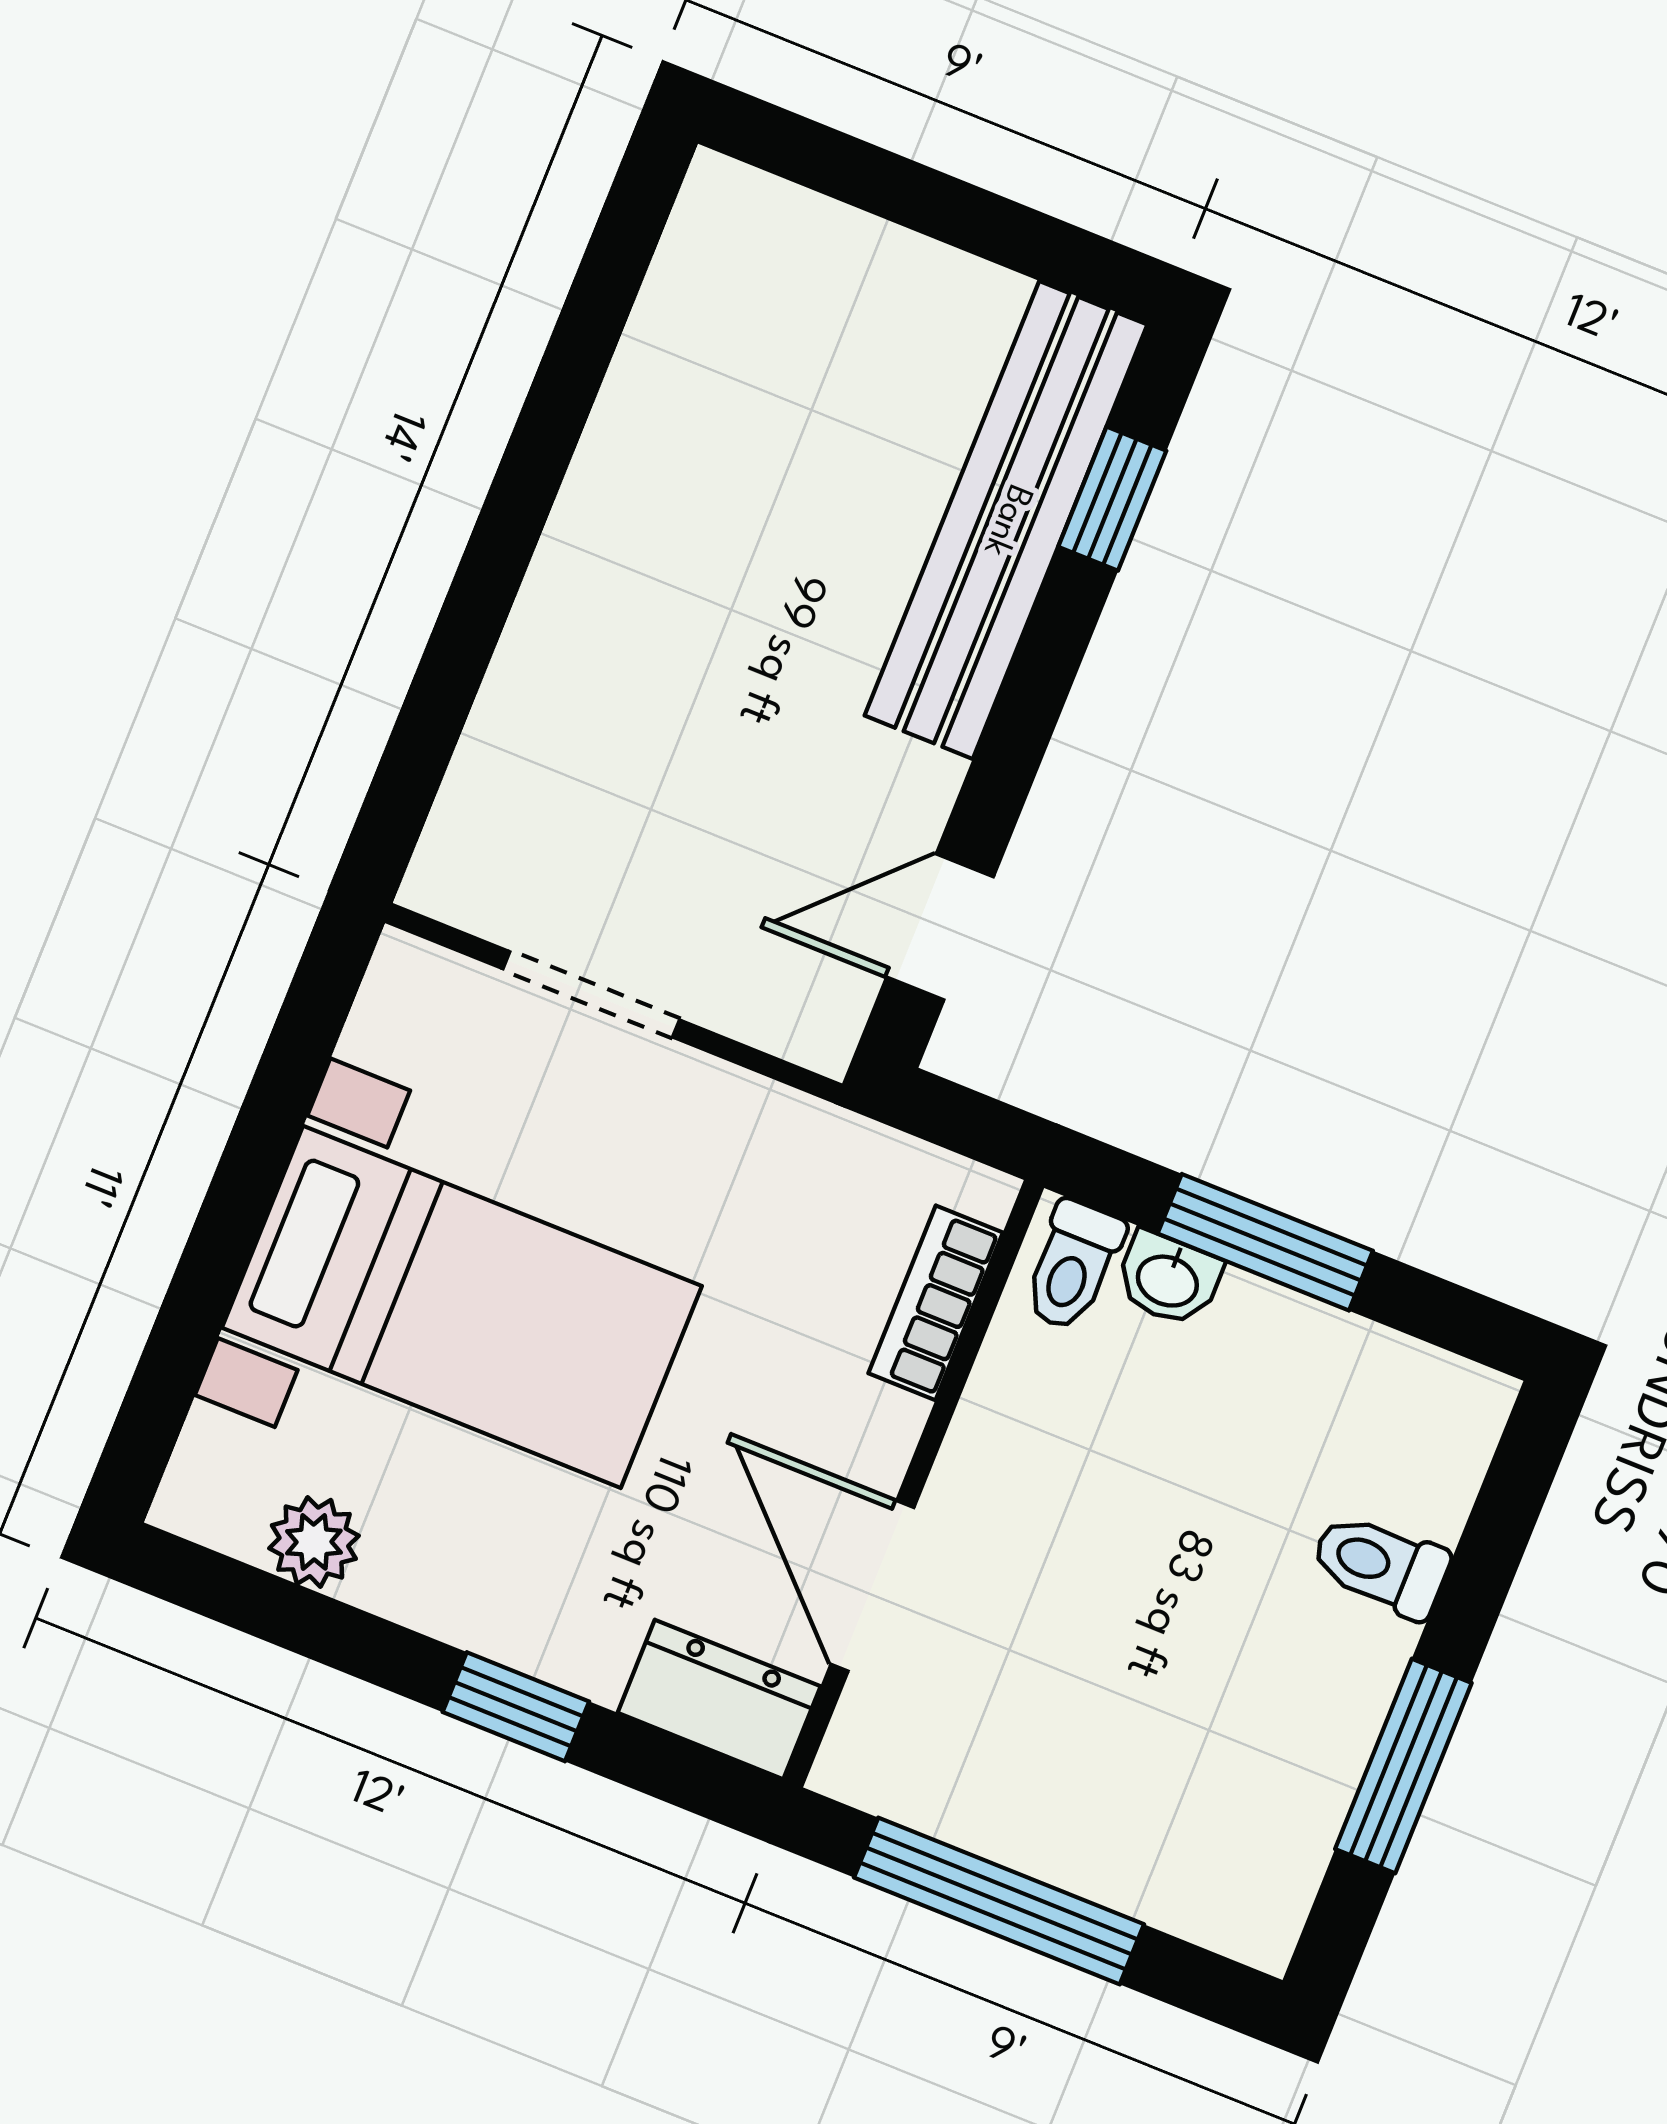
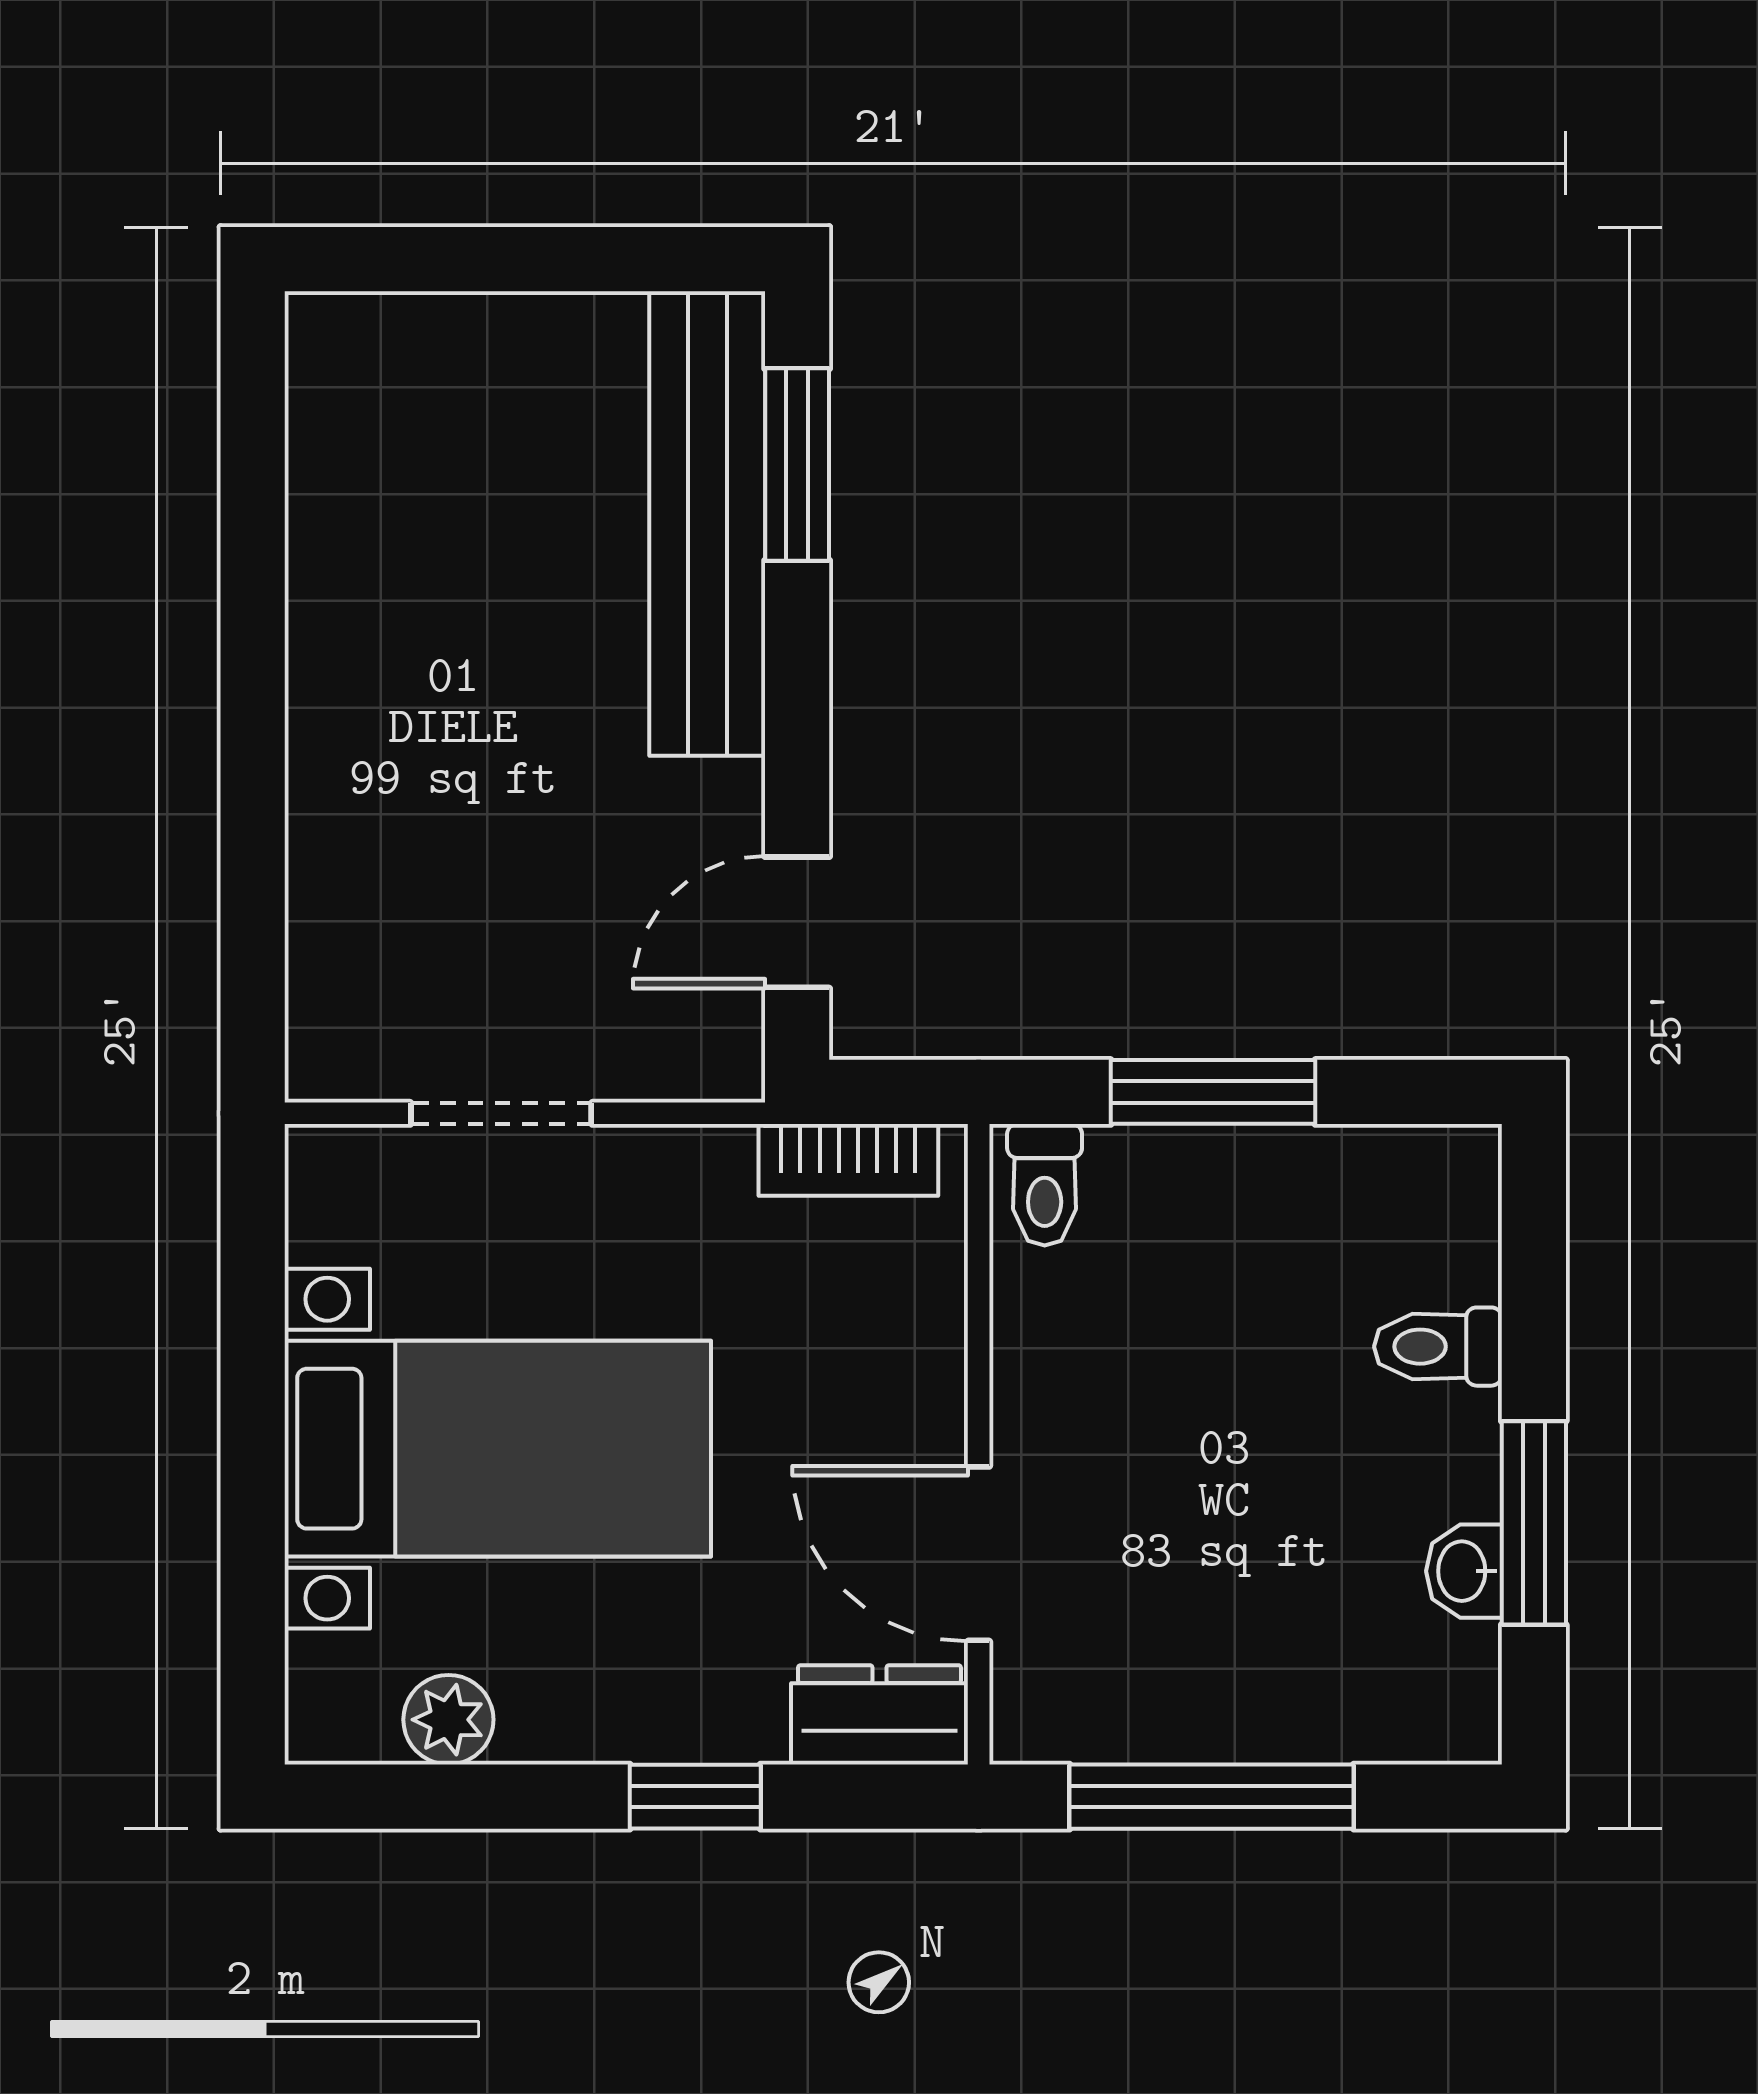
window: (1112, 499) -> (797, 464), width x1.50
washbasin: (1168, 1279) -> (1464, 1571), moved, turned 90
bookcase: (936, 1303) -> (848, 1160), moved, turned -90

